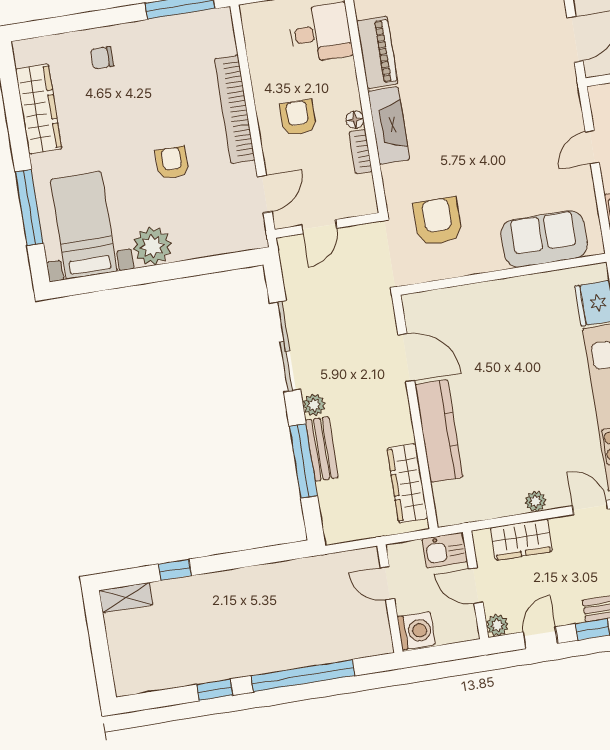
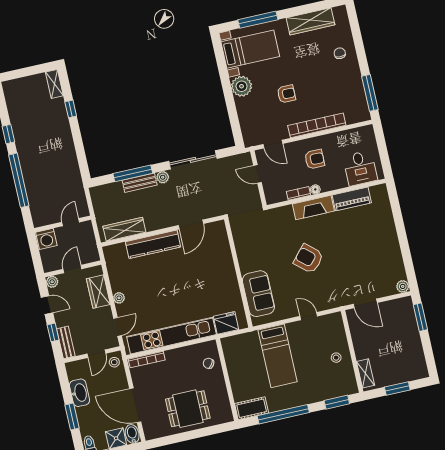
armchair: (438, 221) -> (309, 259), moved, turned -139
kitchen sink: (445, 550) -> (90, 251), removed

